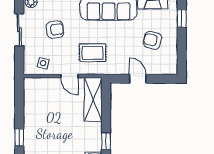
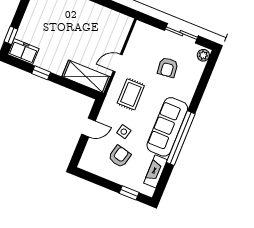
side table: (43, 63) -> (124, 132), moved

